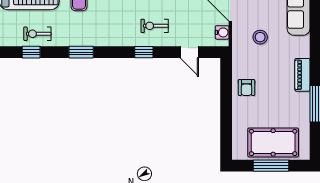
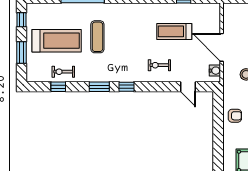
window: (144, 52) -> (127, 87), moved
armchair: (246, 88) -> (235, 116), turned -90

